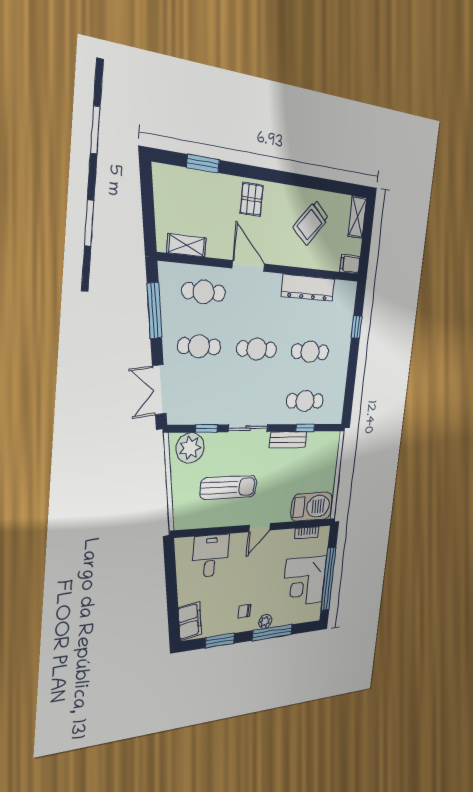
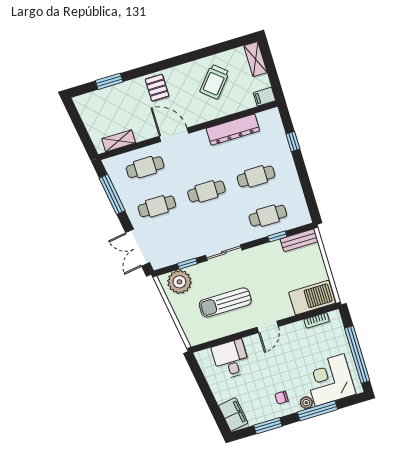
bench: (288, 440) -> (299, 240), moved
sun lounger: (229, 487) -> (225, 302), turned 180
corner desk: (304, 581) -> (330, 380), moved, turned 90

